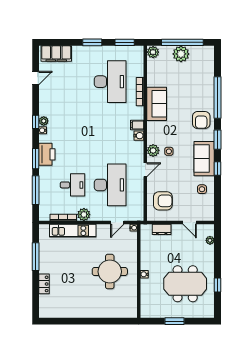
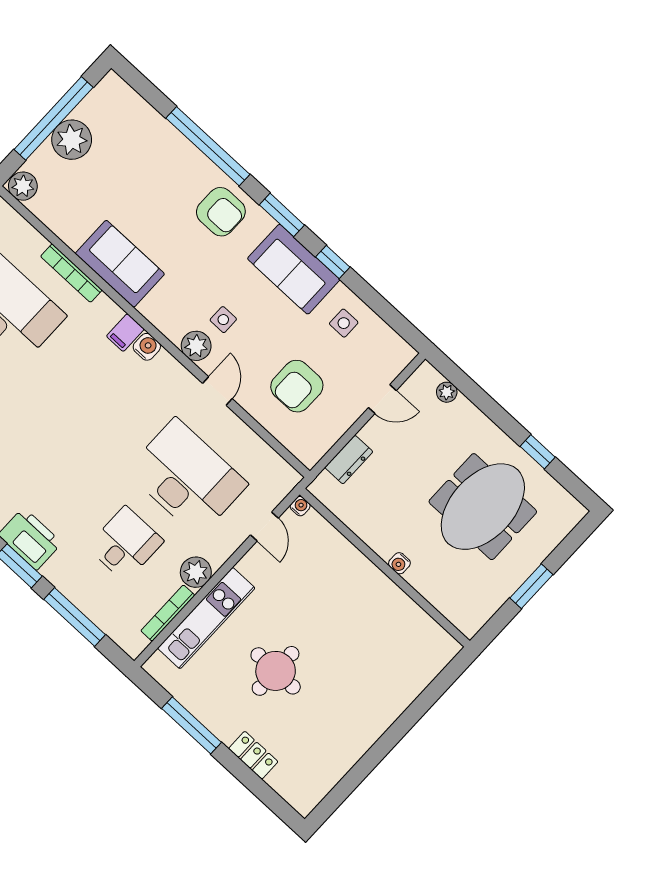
armchair: (163, 201) -> (297, 386), moved, turned 180
round table: (110, 272) -> (276, 671), moved, width x0.73, depth x0.73

